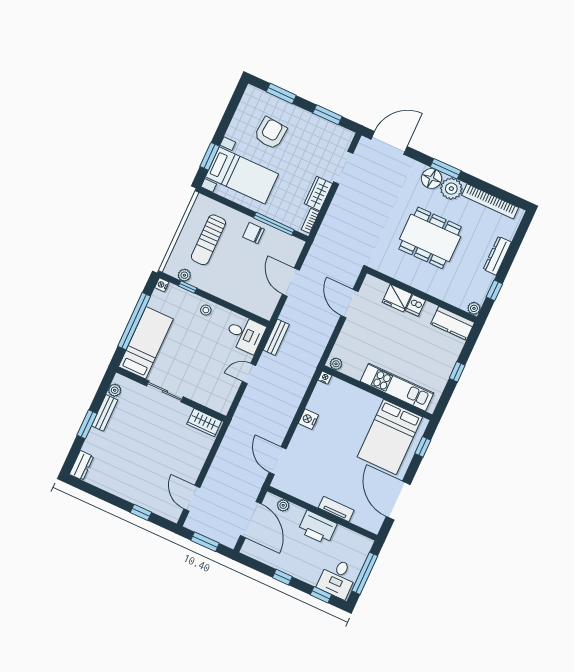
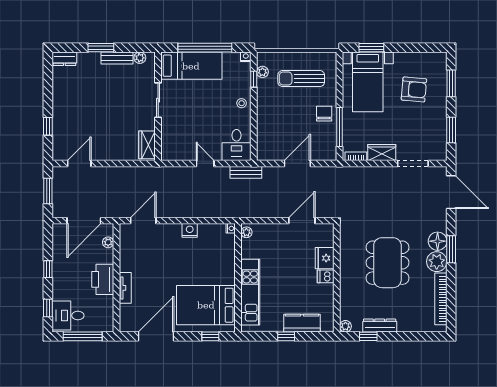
dresser: (497, 256) -> (380, 326), moved
kitchen counter: (453, 323) -> (302, 323), moved, turned 90

